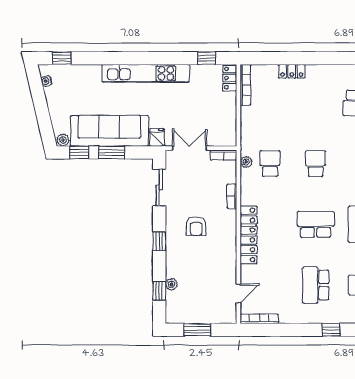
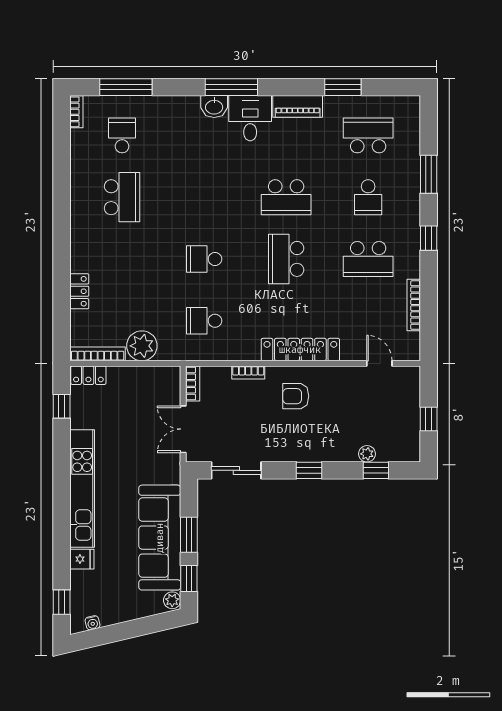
fridge: (157, 137) -> (82, 559), moved, turned 180
plant: (246, 162) -> (142, 346), moved, width x1.88, depth x1.88
armchair: (196, 226) -> (296, 396), moved, turned 180
bookcase: (259, 319) -> (414, 305), moved
window: (197, 330) -> (429, 419), width x0.67

